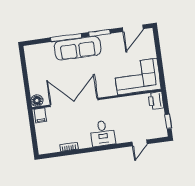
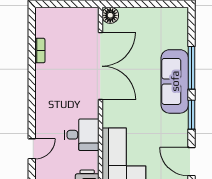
filing cabinet: (40, 115) -> (89, 17), removed
desk: (103, 133) -> (82, 135), moved, turned 180
door: (140, 143) -> (32, 149), swing flipped

